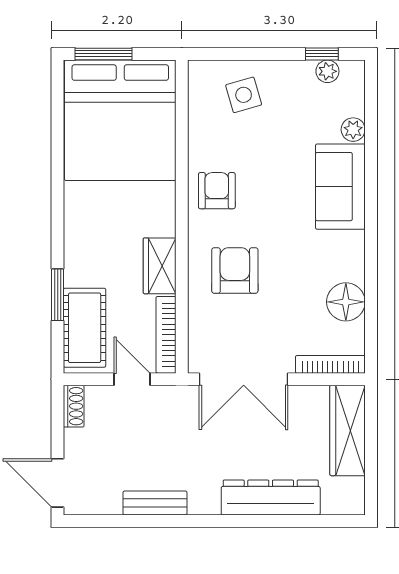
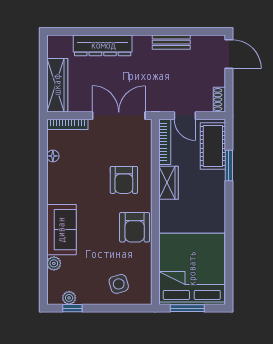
window: (103, 54) -> (187, 308), moved
armchair: (217, 191) -> (135, 227), width x1.38, depth x1.38
floor lamp: (346, 302) -> (53, 156), width x0.53, depth x0.53

